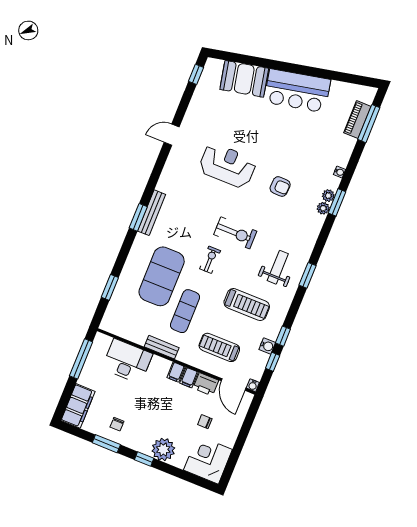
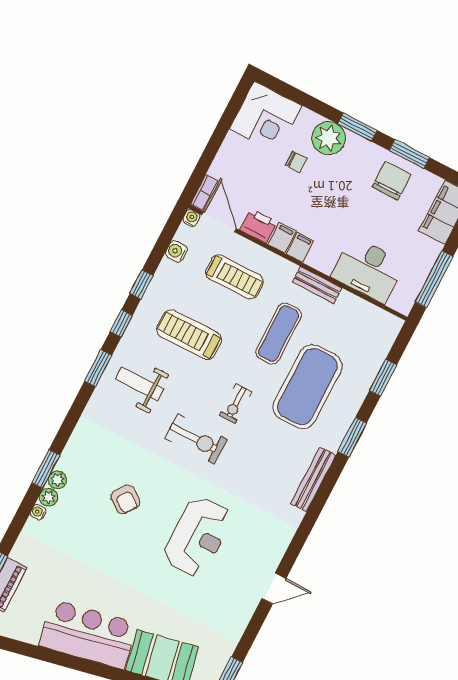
reception desk: (227, 165) -> (198, 537), turned -90
armchair: (280, 187) -> (125, 499), turned -145
plant: (323, 208) -> (48, 497), moved
window: (138, 217) -> (352, 437), moved
exercise bike: (235, 233) -> (196, 439), turned 180
weight bench: (278, 267) -> (140, 384), turned 90
water cooler: (267, 346) -> (176, 251), moved
window: (273, 362) -> (121, 323), moved
bookcase: (246, 404) -> (204, 192), added
chair: (205, 422) -> (296, 162), moved
chair: (117, 424) -> (392, 181), width x1.87, depth x1.87
window: (144, 459) -> (357, 127), width x1.50

